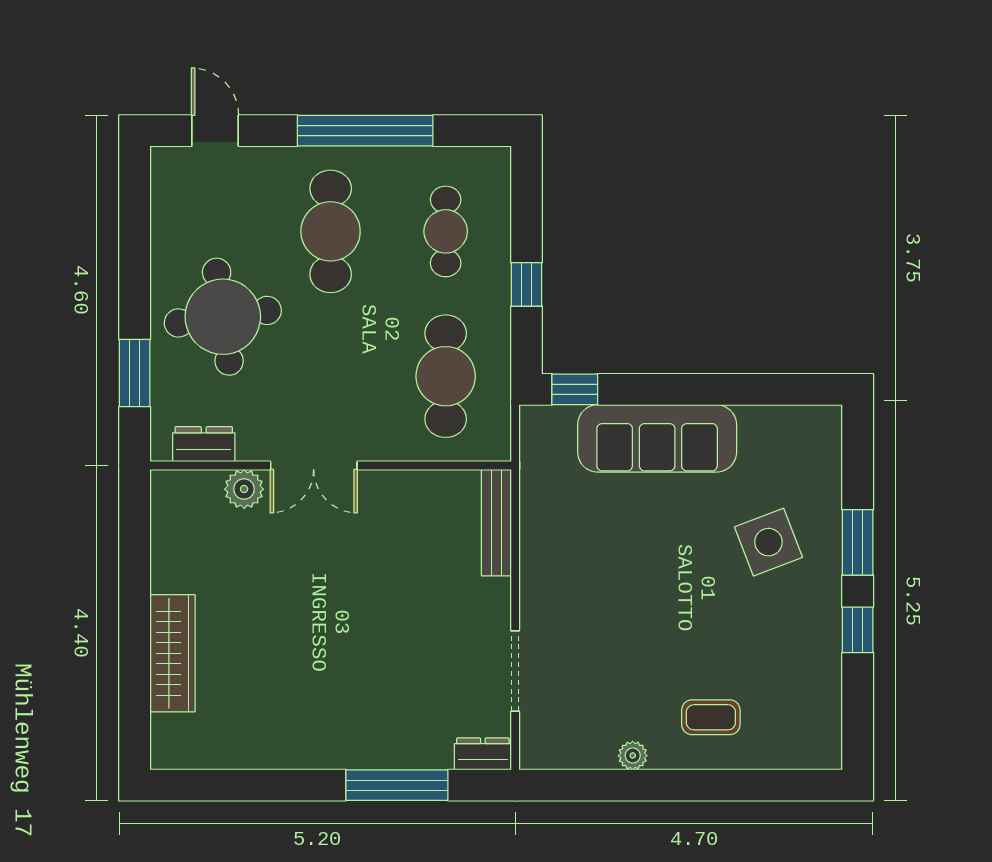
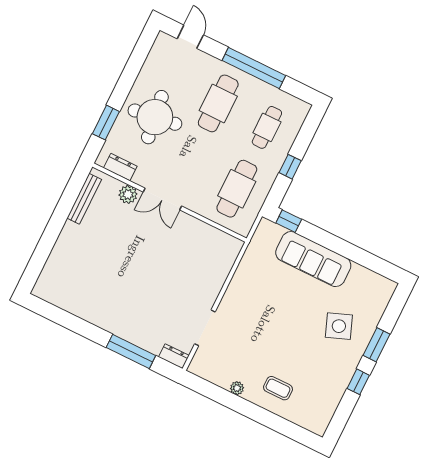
bench: (496, 523) -> (84, 199), moved
wardrobe: (172, 653) -> (64, 249), removed

